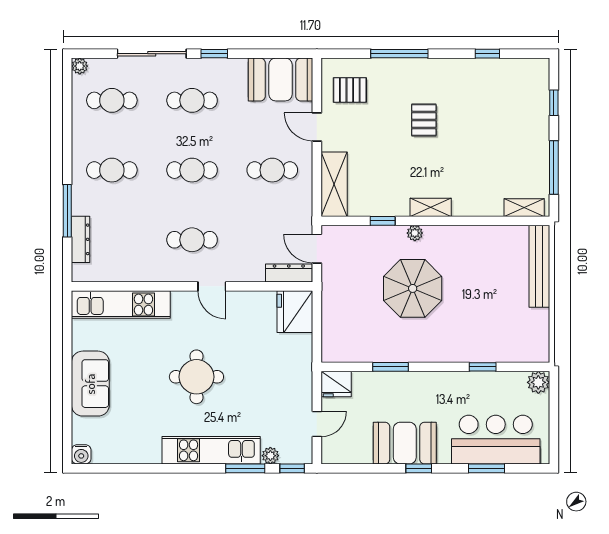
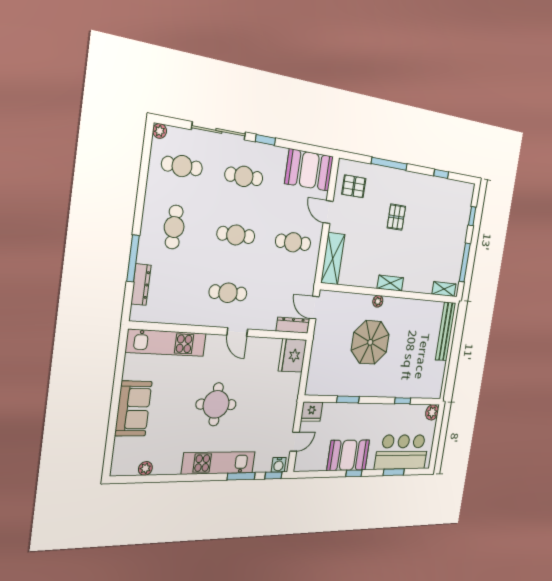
cafe table: (112, 170) -> (174, 227), turned 90
window: (383, 221) -> (359, 290), removed
water cooler: (81, 454) -> (279, 465), moved
plant: (270, 456) -> (145, 468), moved

